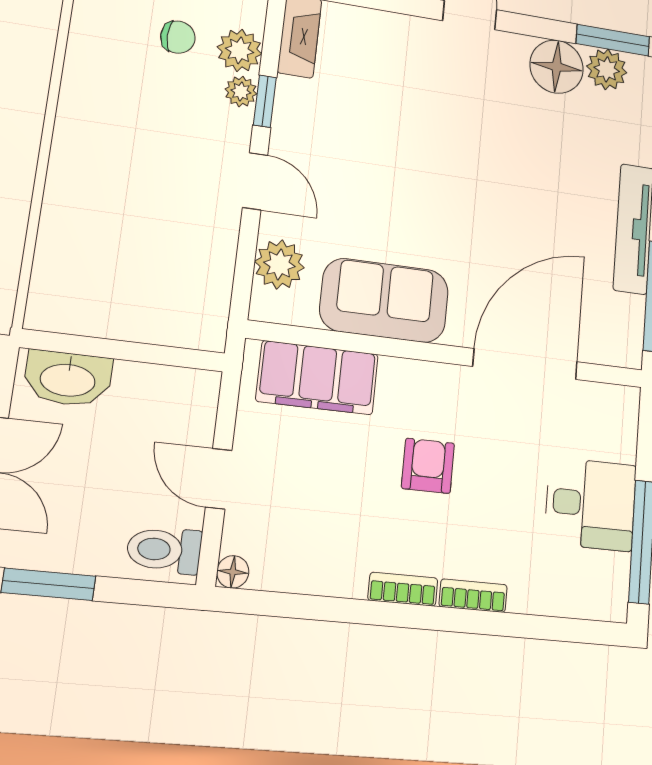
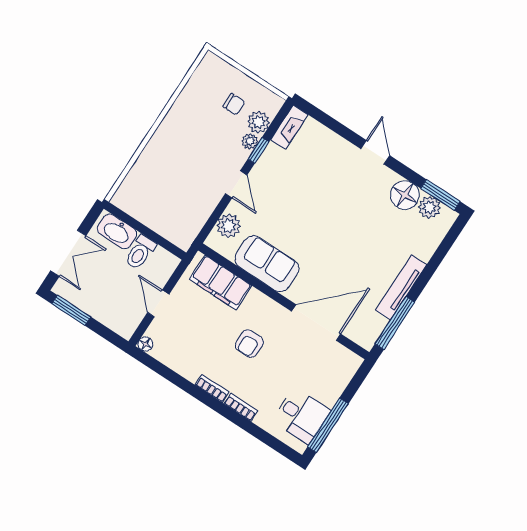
armchair: (428, 466) -> (249, 344), turned 180
desk: (590, 504) -> (301, 416), moved
toilet: (164, 550) -> (140, 252), moved, turned -90

